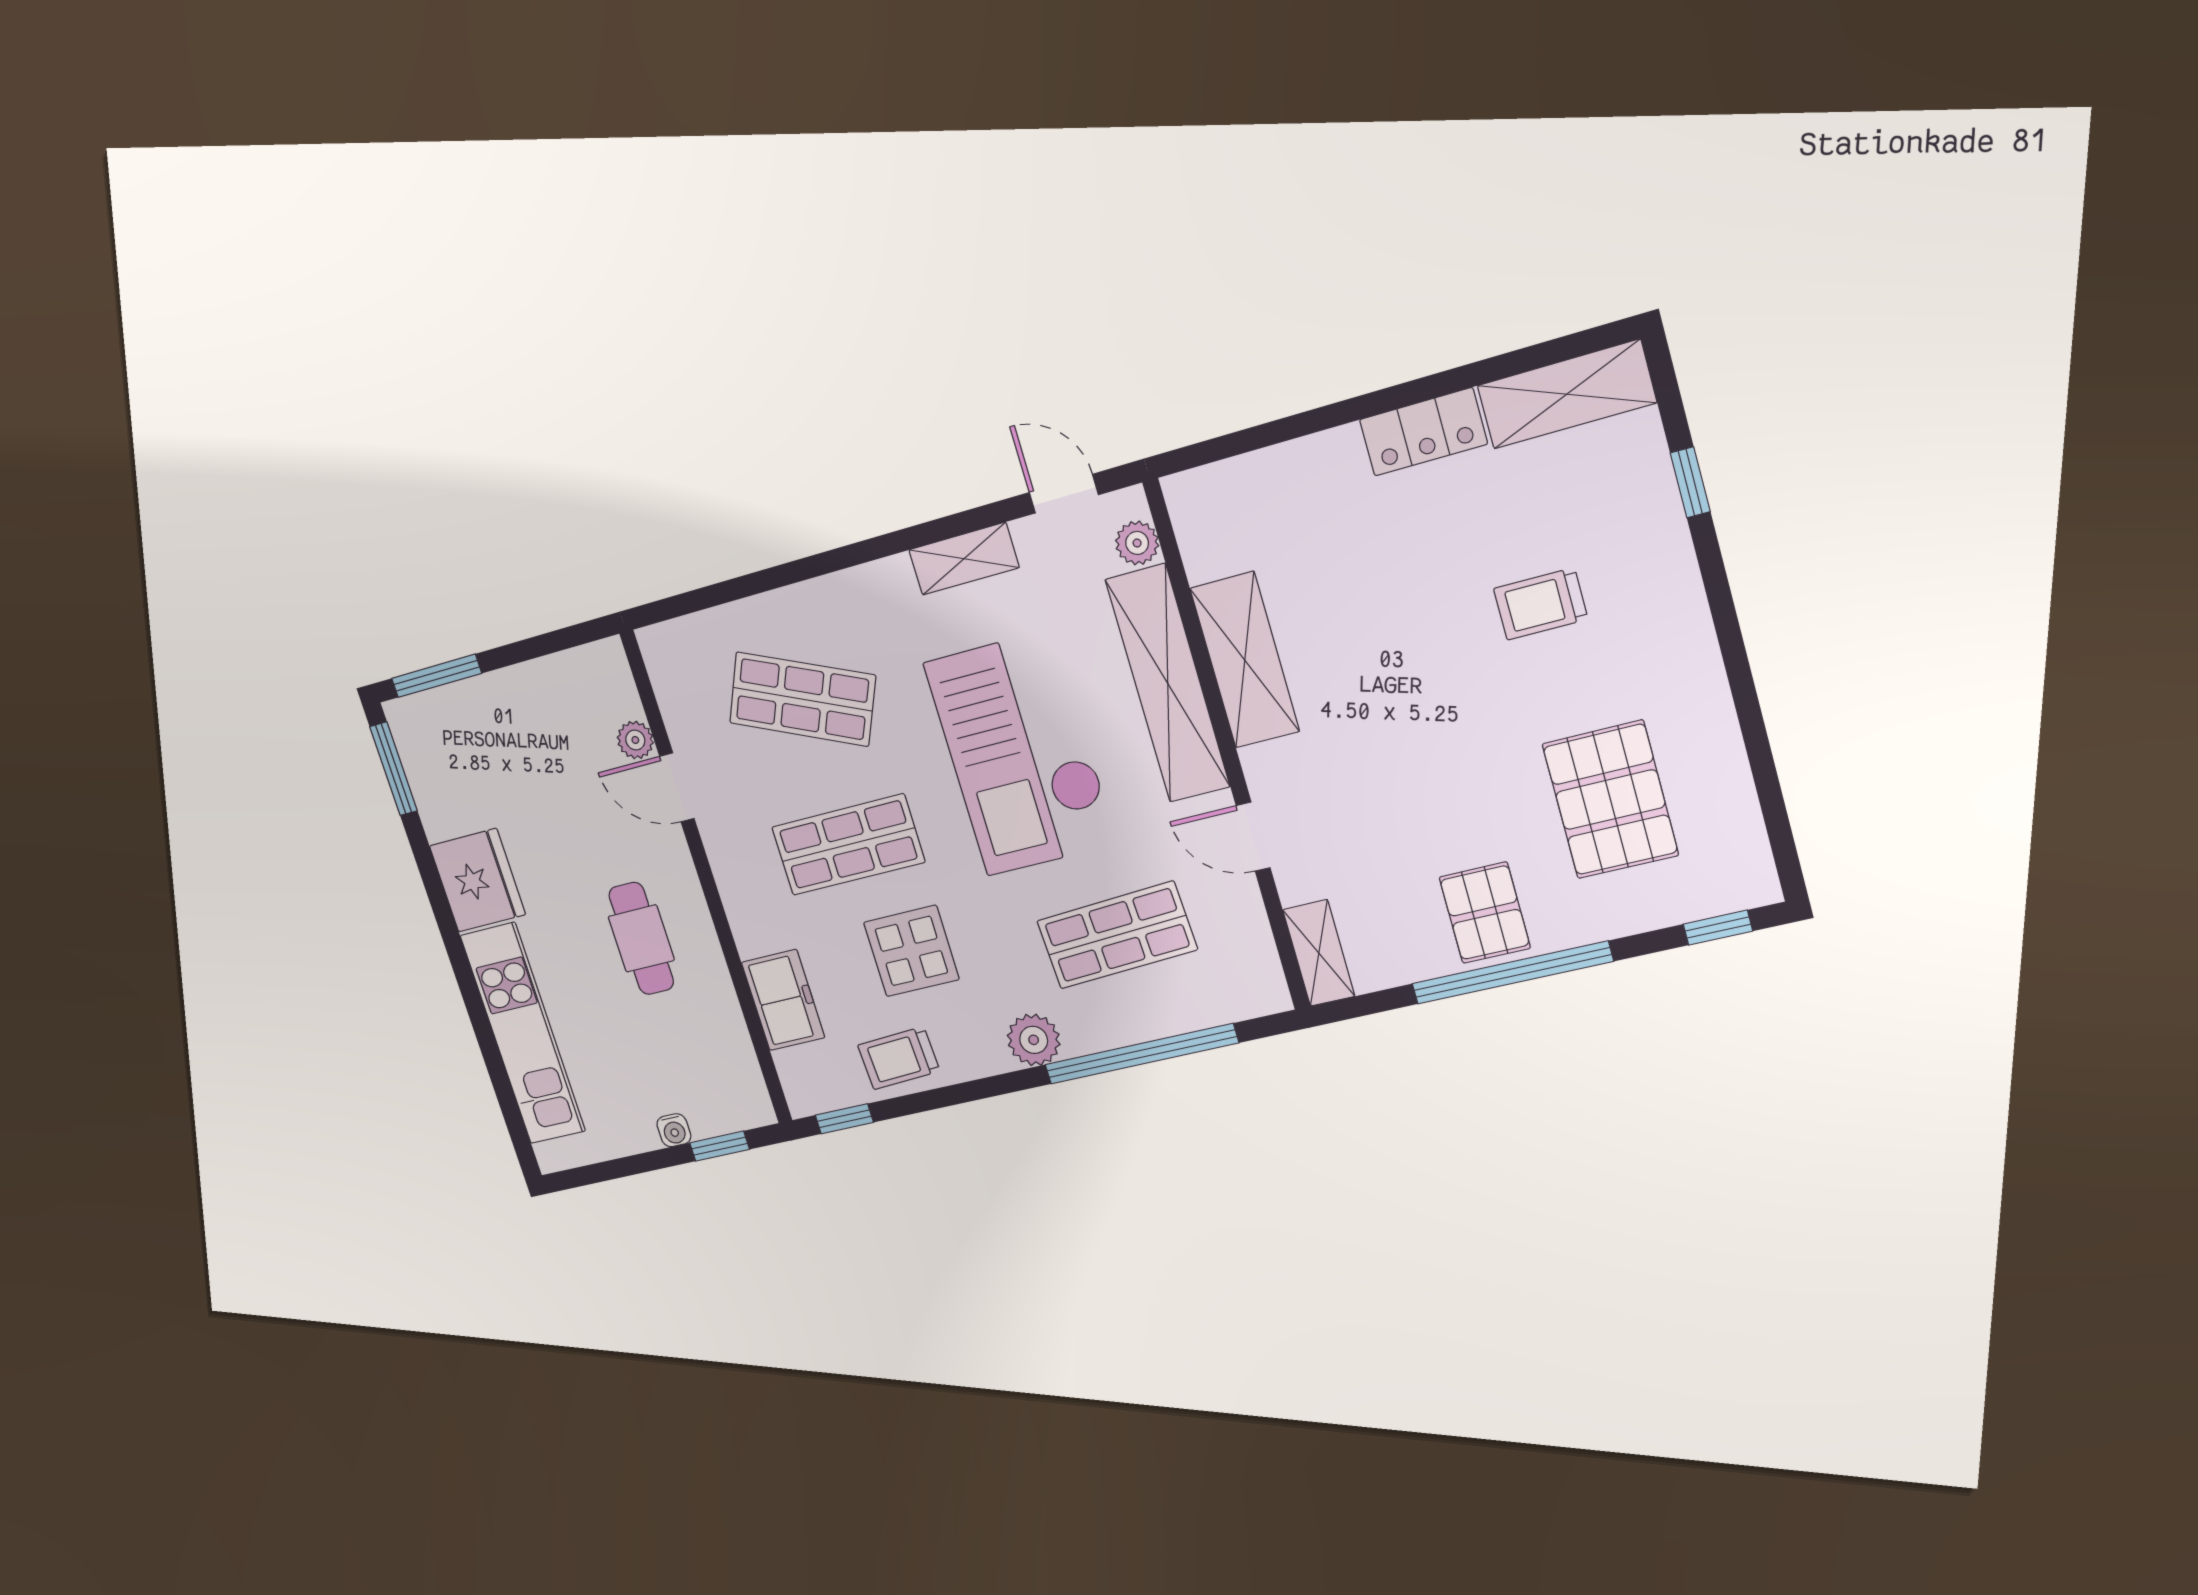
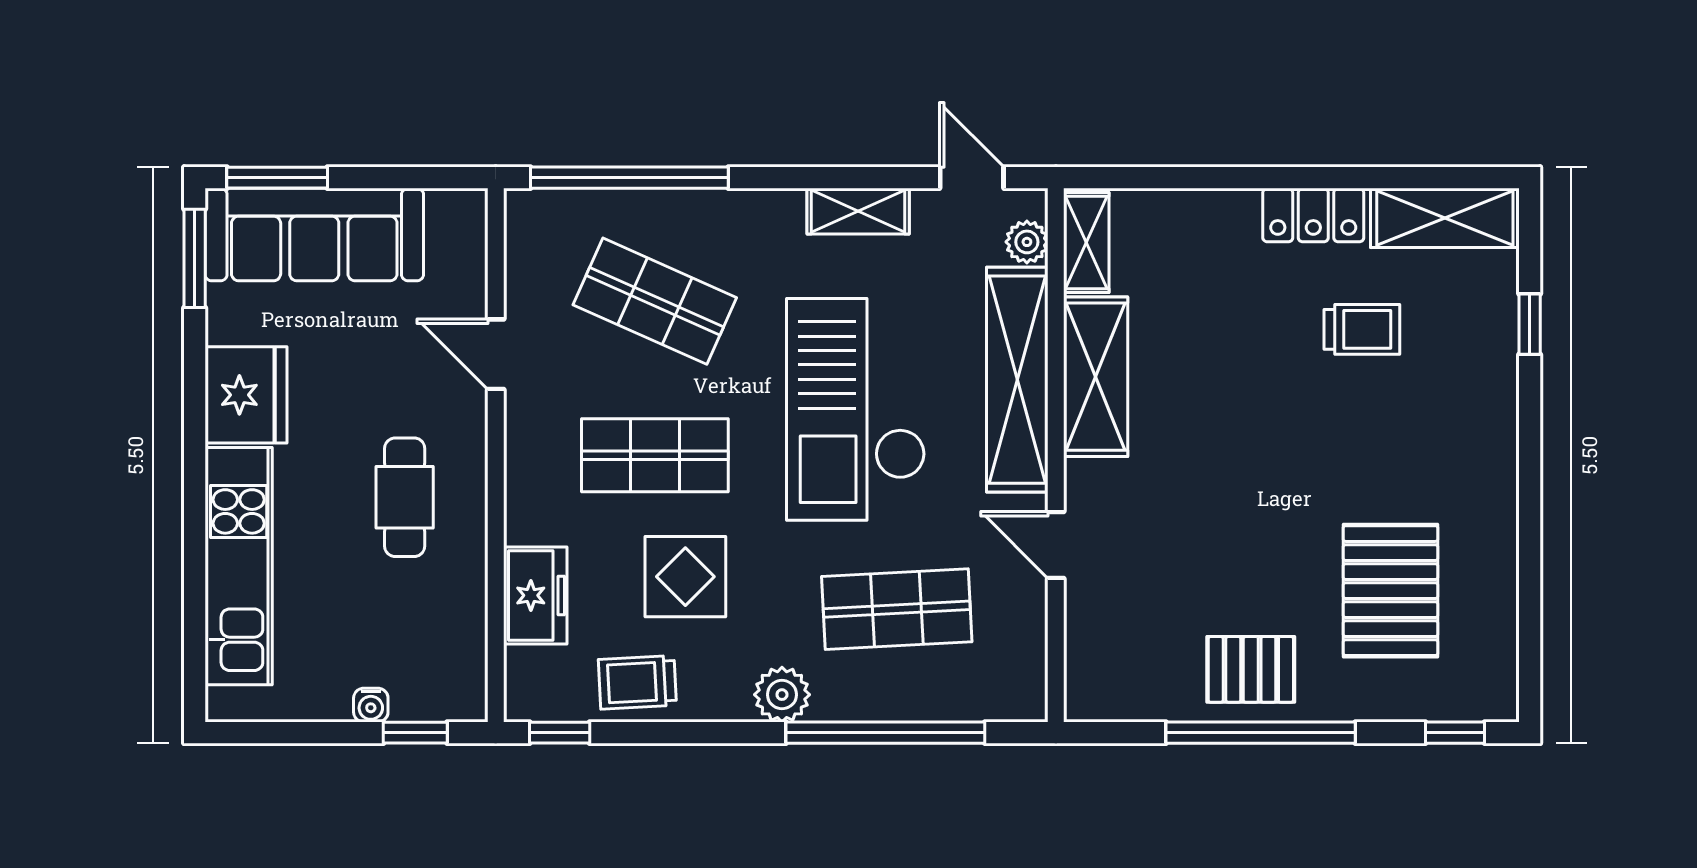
window: (742, 587) -> (629, 178), added
trolley: (1541, 604) -> (1362, 329), moved, turned 180
sofa: (485, 719) -> (314, 235), added
plant: (635, 740) -> (468, 296), removed
pallet: (1485, 913) -> (1251, 669), turned 90
shelving: (1319, 953) -> (1086, 242), moved

